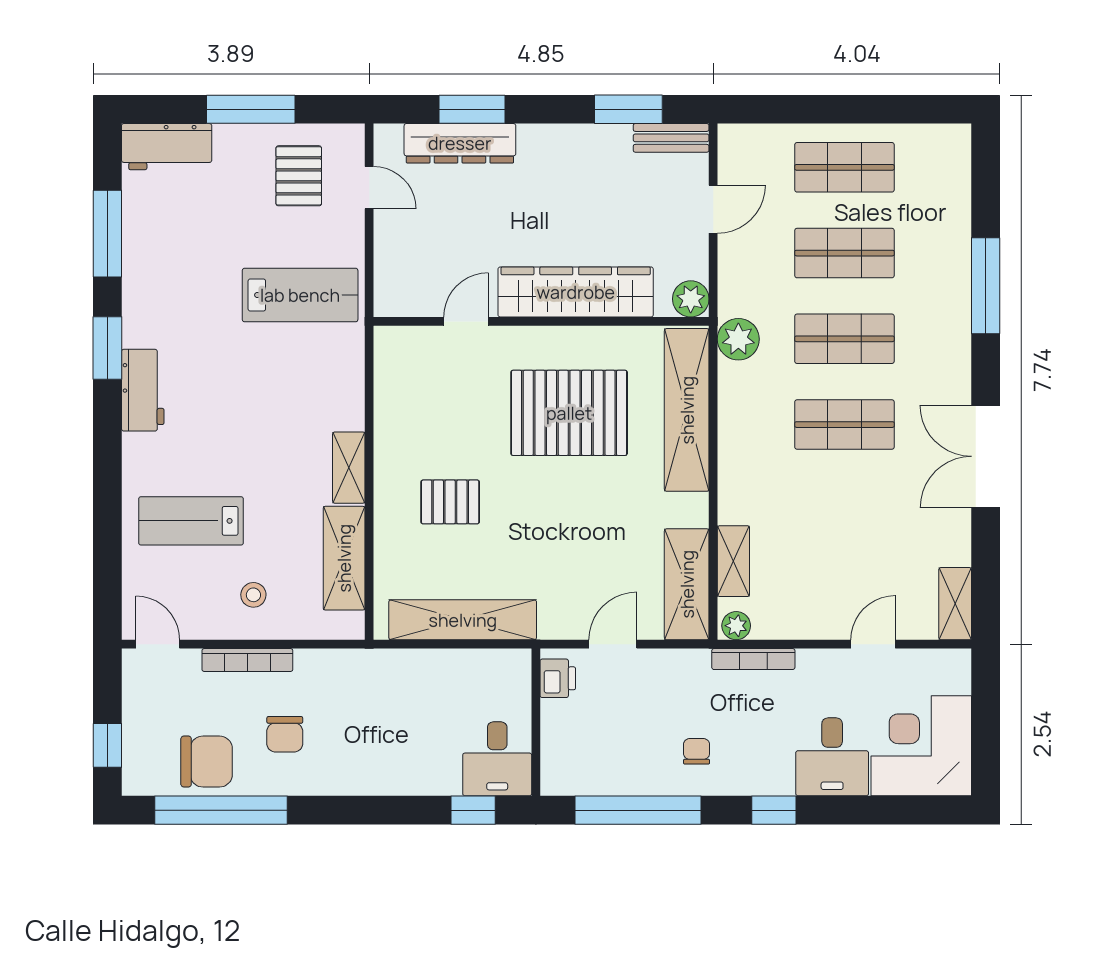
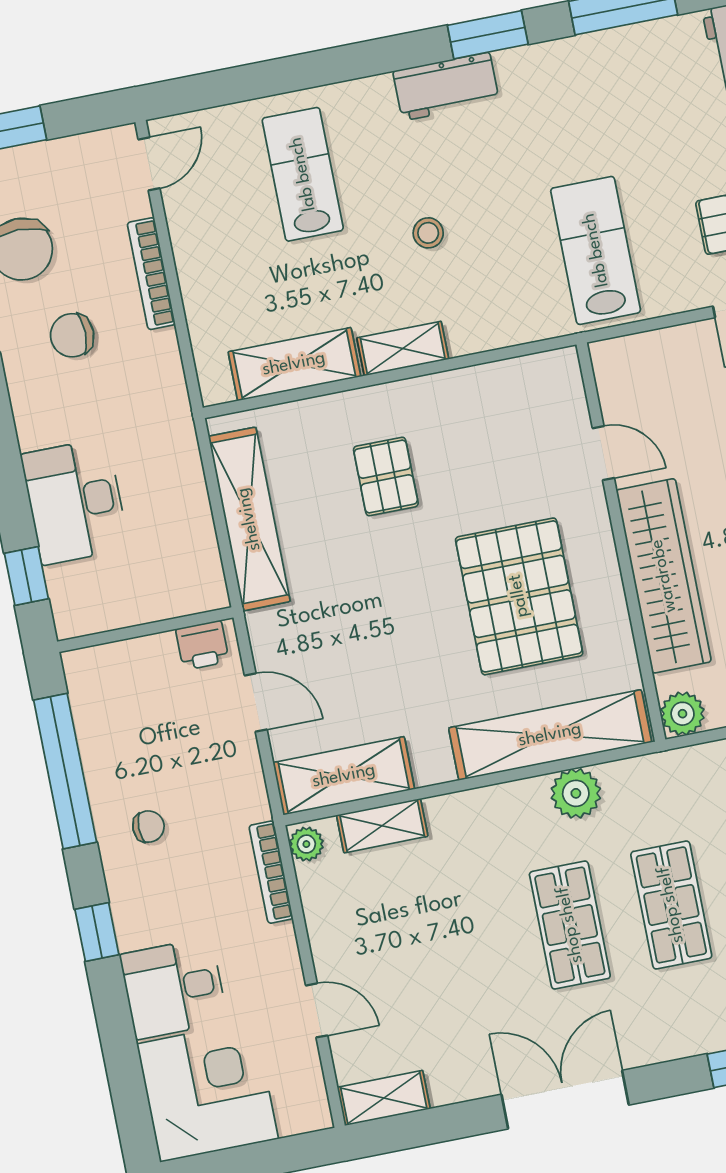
lab bench: (300, 295) -> (596, 250), turned 180
plant: (738, 339) -> (576, 793), moved
stool: (253, 595) -> (428, 233), moved
desk: (497, 759) -> (75, 502), moved, width x1.37

